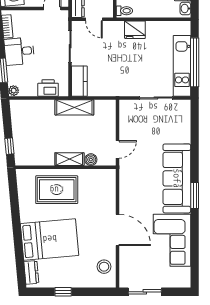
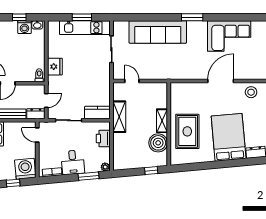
window: (195, 62) -> (82, 17), width x0.47
door: (118, 149) -> (132, 81), moved
boiler: (91, 160) -> (158, 143), moved, width x1.86, depth x1.86
sofa: (177, 178) -> (158, 32), moved

